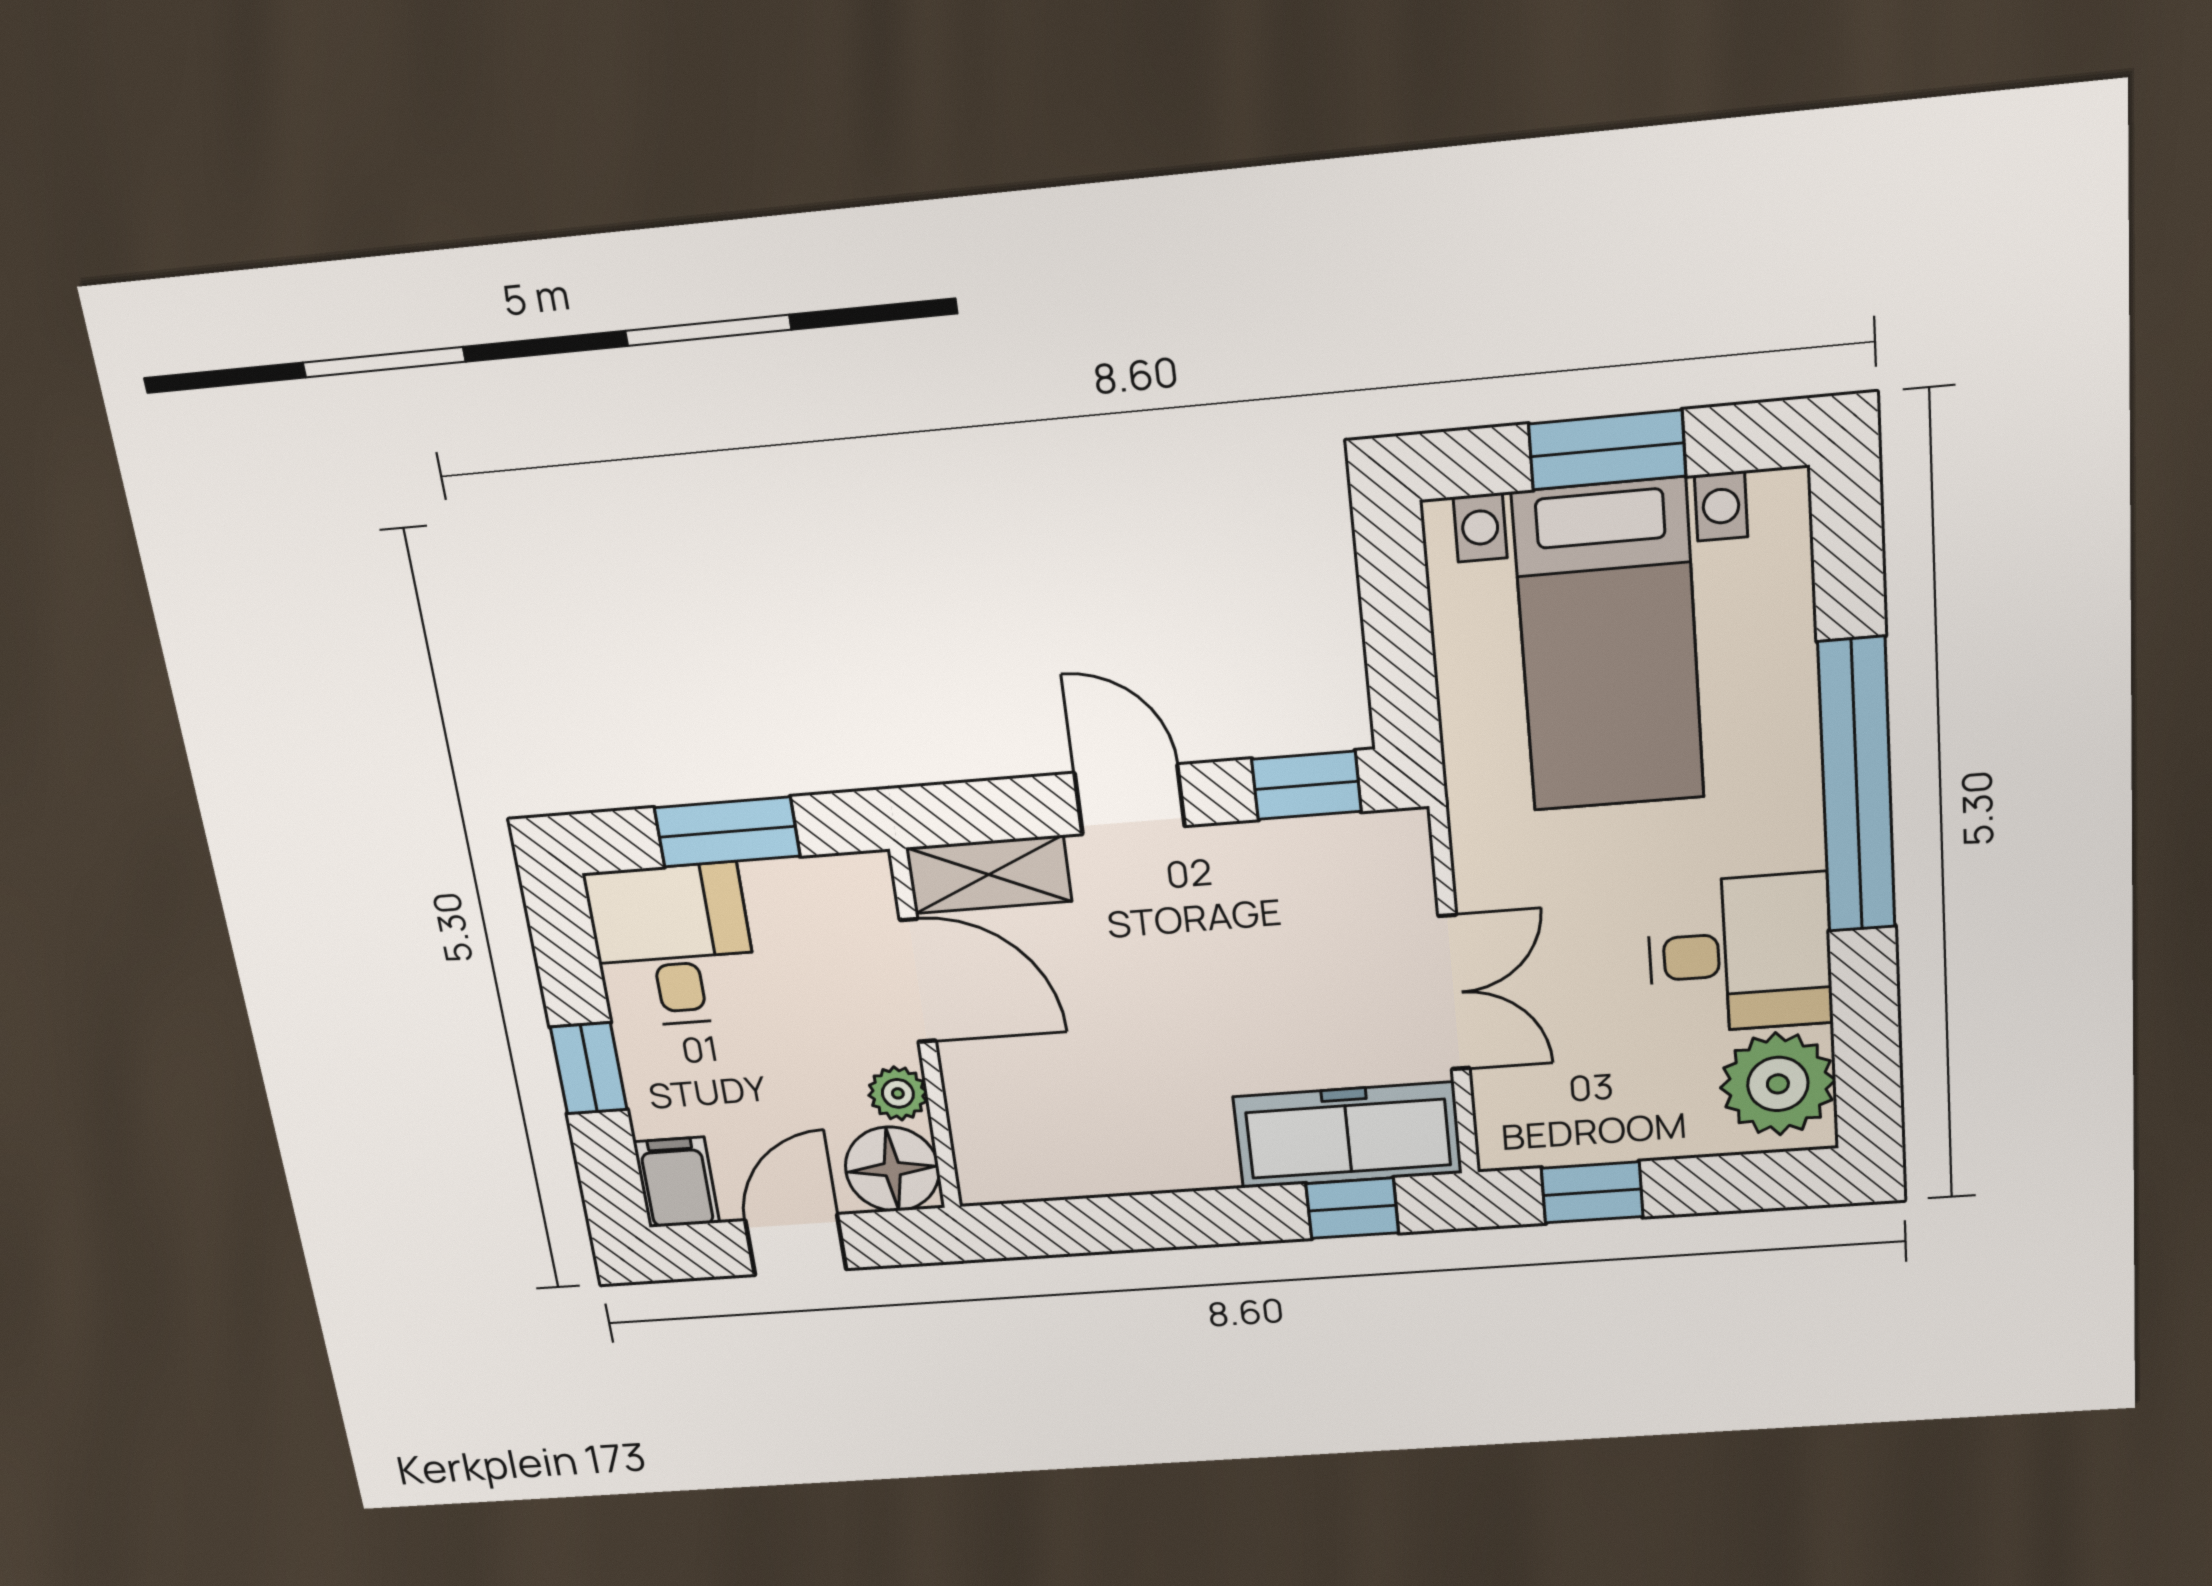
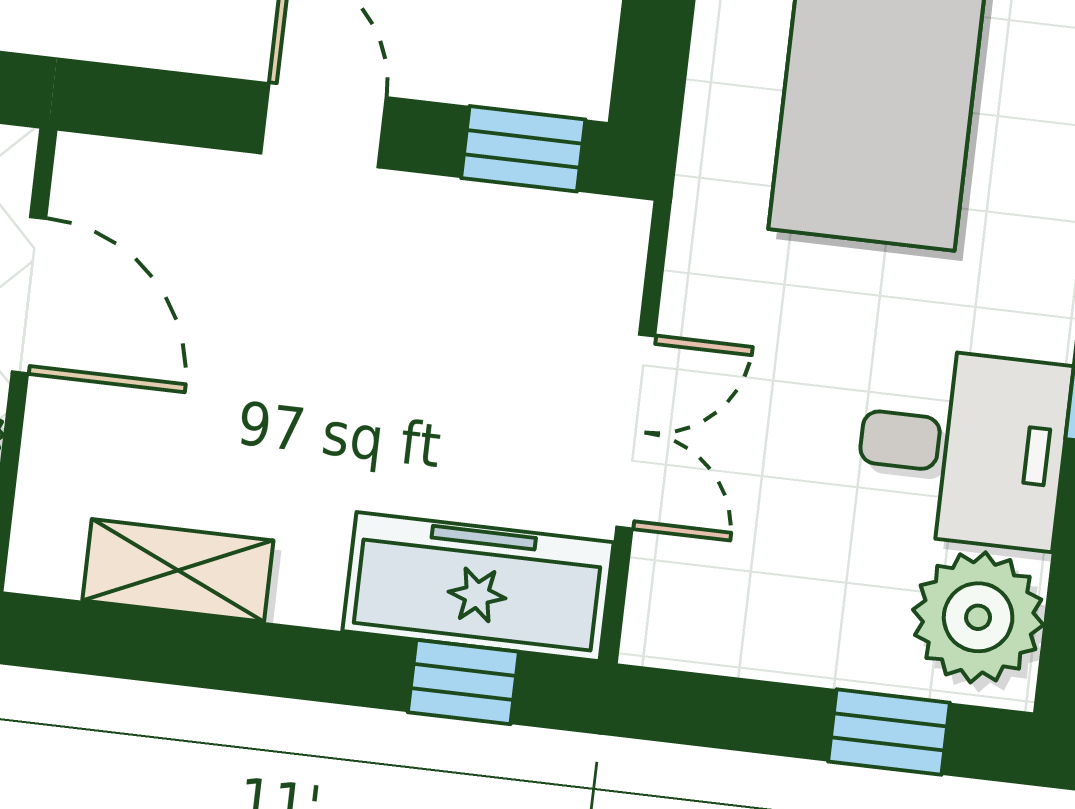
shelving: (989, 874) -> (178, 570), moved
window: (1592, 1192) -> (889, 732), moved

